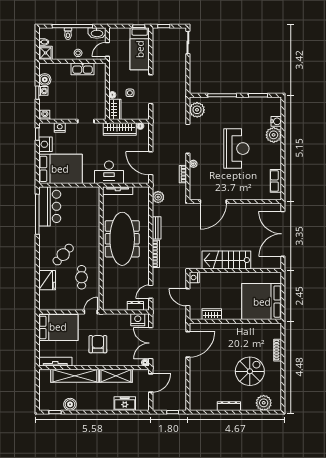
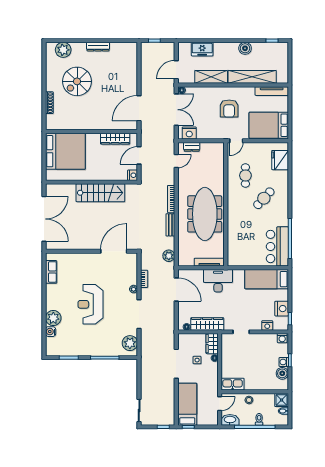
kitchen sink: (83, 69) -> (233, 384), moved
bed: (60, 169) -> (267, 279), width x0.67
fridge: (47, 280) -> (280, 160), moved
door: (188, 297) -> (139, 155), swing flipped
wardrobe: (212, 314) -> (115, 139), width x1.50
boiler: (70, 404) -> (245, 48), moved

